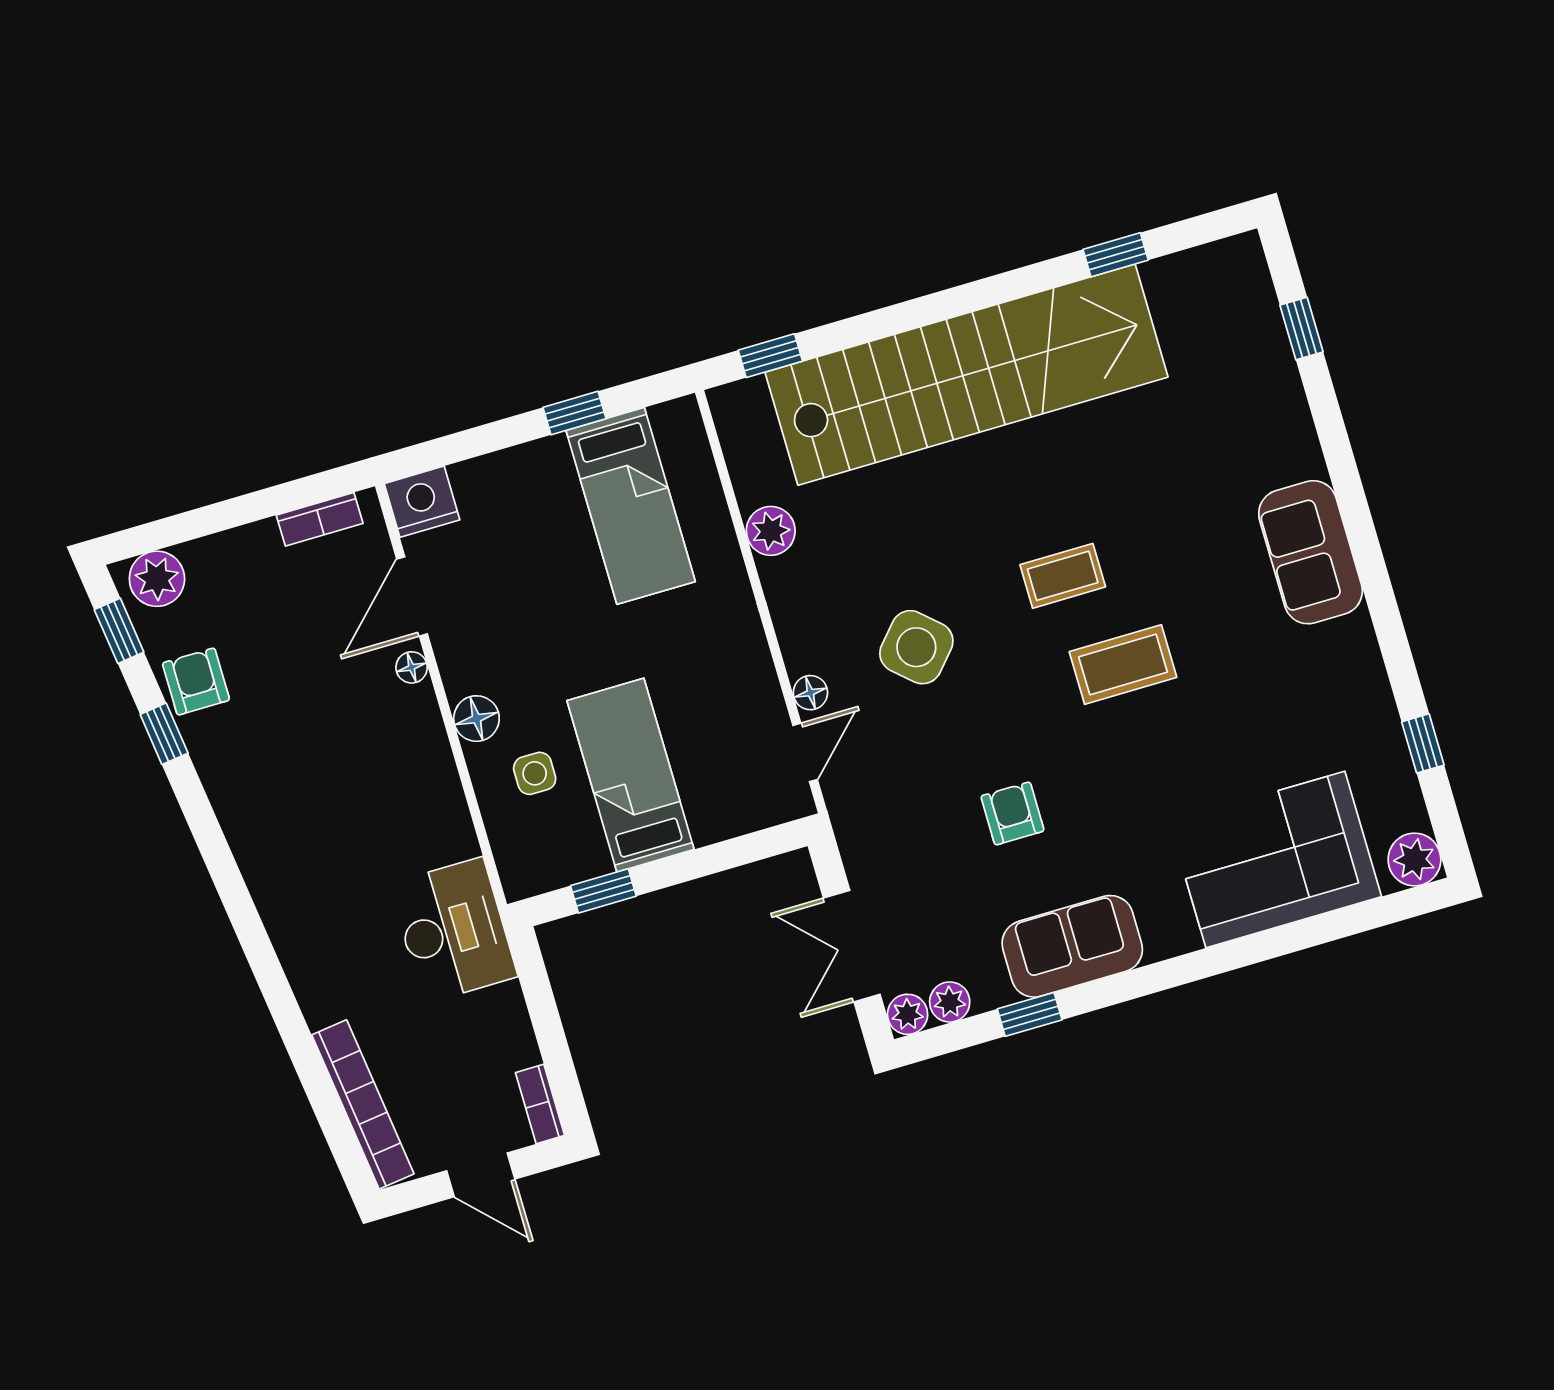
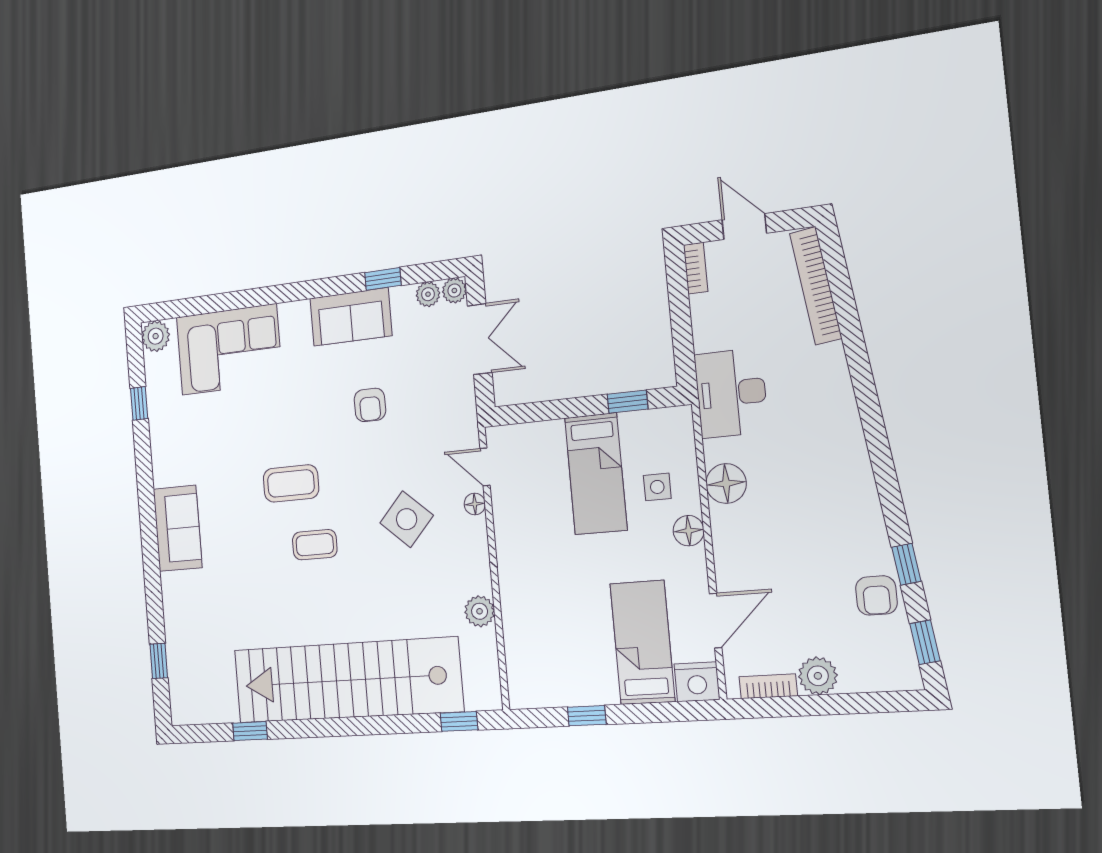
bed: (631, 506) -> (642, 642), moved
plant: (157, 579) -> (818, 676), moved
floor lamp: (412, 667) -> (726, 483), moved, width x1.89, depth x1.89
door: (805, 752) -> (485, 467), hinge flipped

